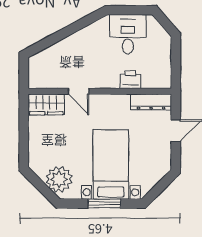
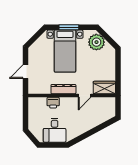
door: (79, 91) -> (85, 96), swing flipped
dresser: (151, 102) -> (63, 89), moved

